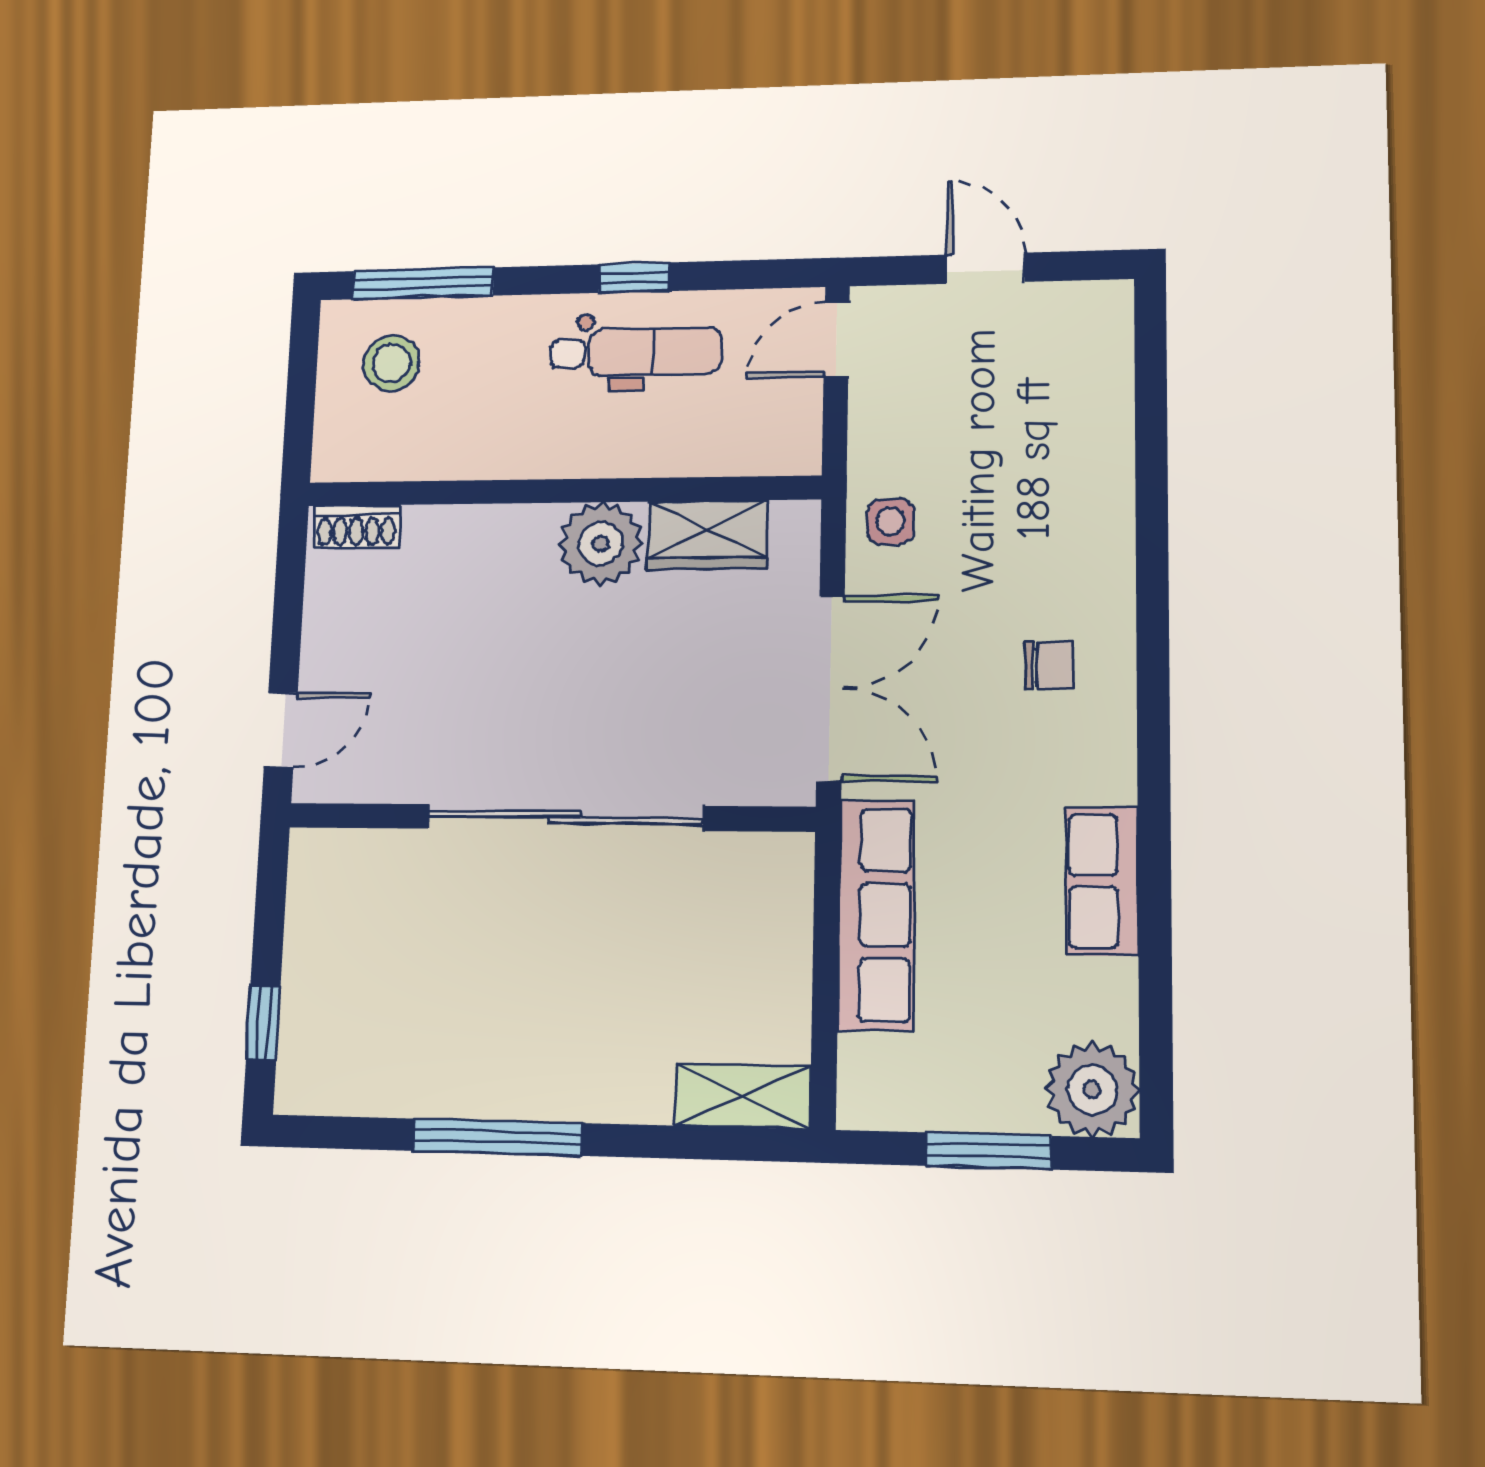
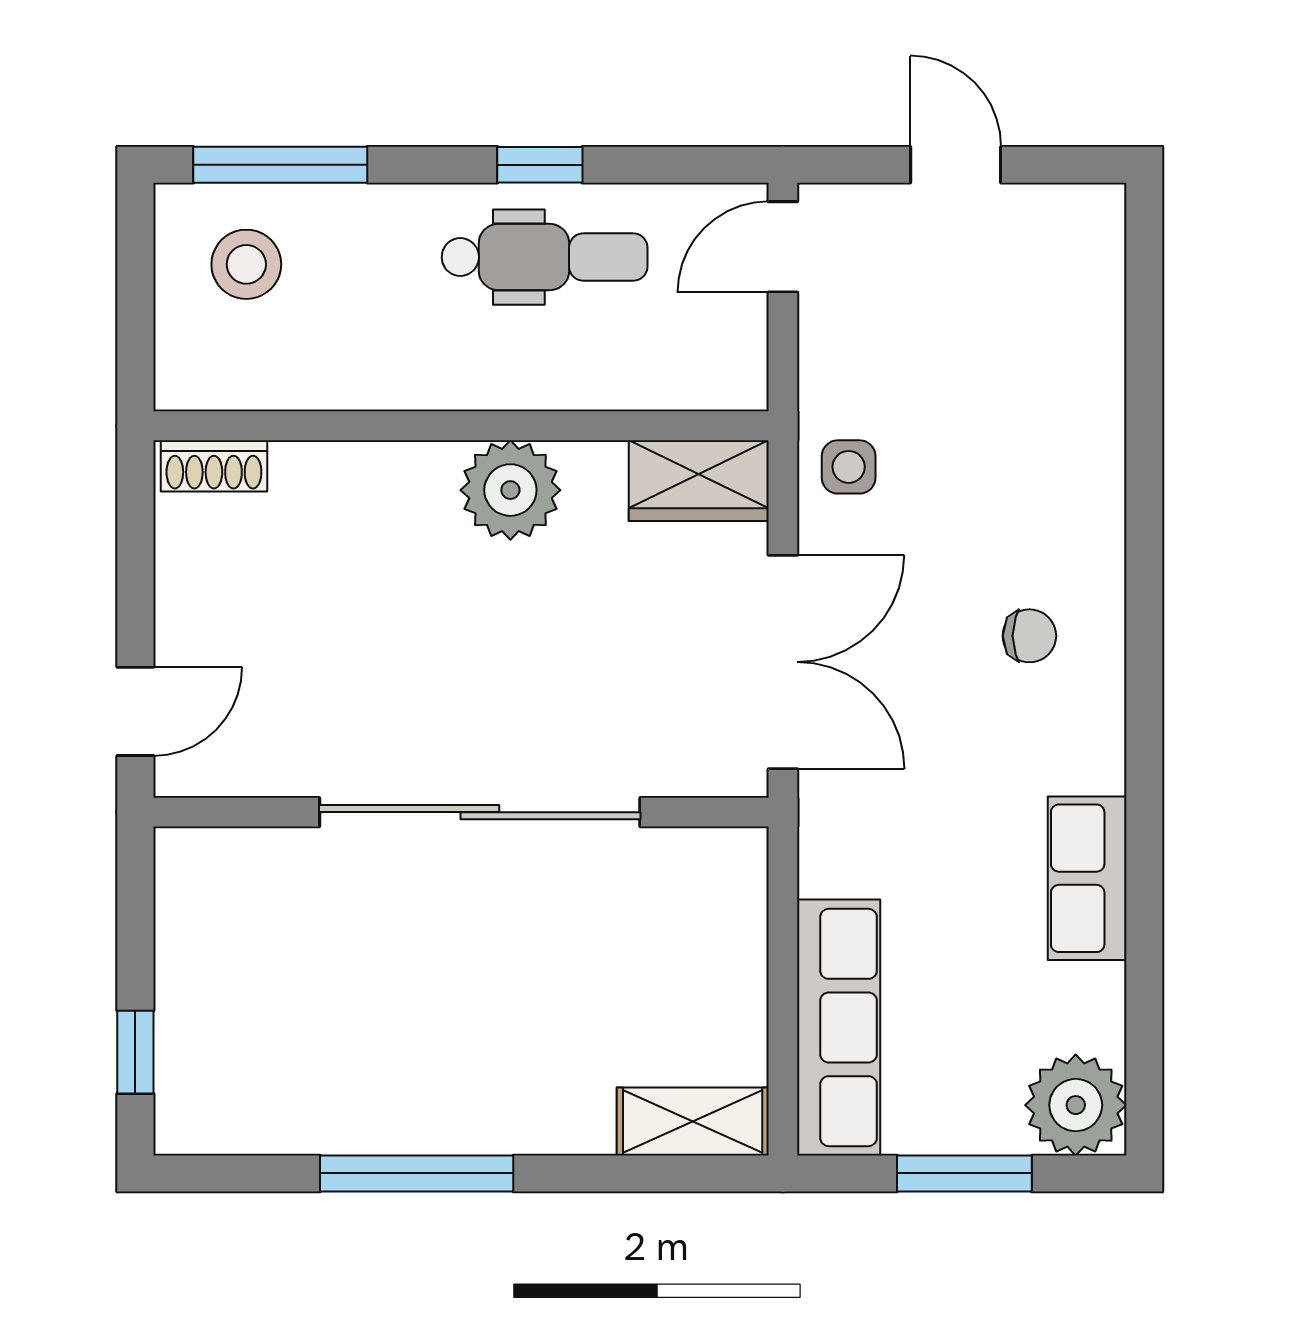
wardrobe: (707, 535) -> (699, 481), moved
row of seats: (876, 915) -> (839, 1028), moved

